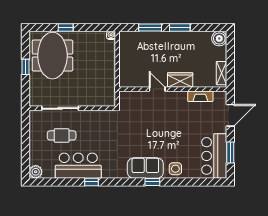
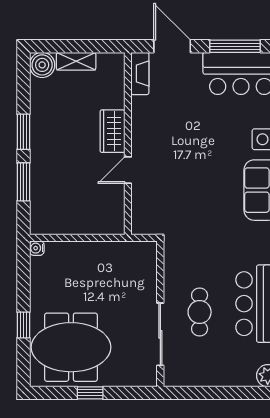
shelving: (222, 73) -> (76, 61), moved
fireplace: (200, 96) -> (140, 73), moved
cafe table: (62, 135) -> (200, 312), moved
window: (230, 152) -> (235, 46), width x1.44

